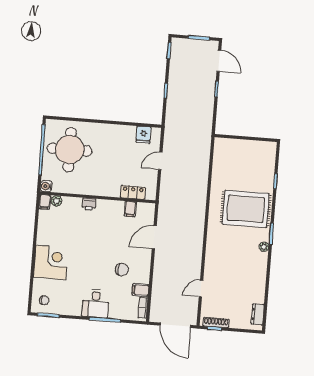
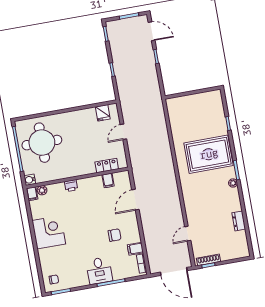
corner desk: (51, 262) -> (49, 232), moved
dresser: (258, 314) -> (239, 221), moved

